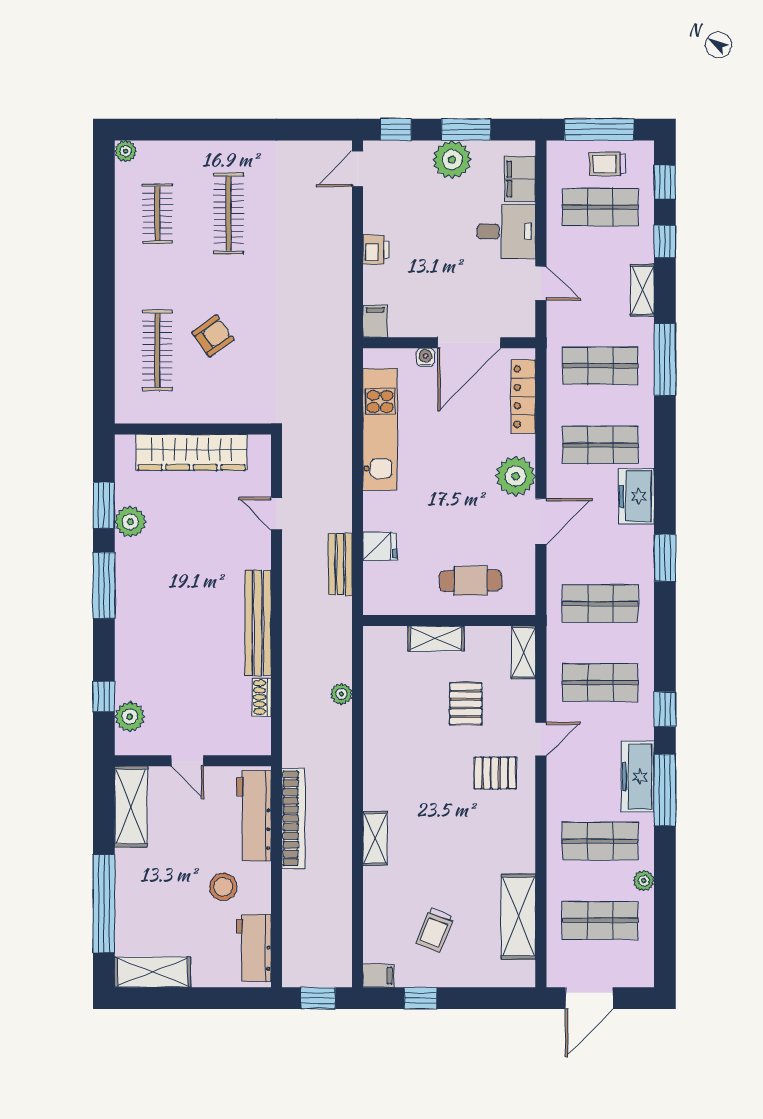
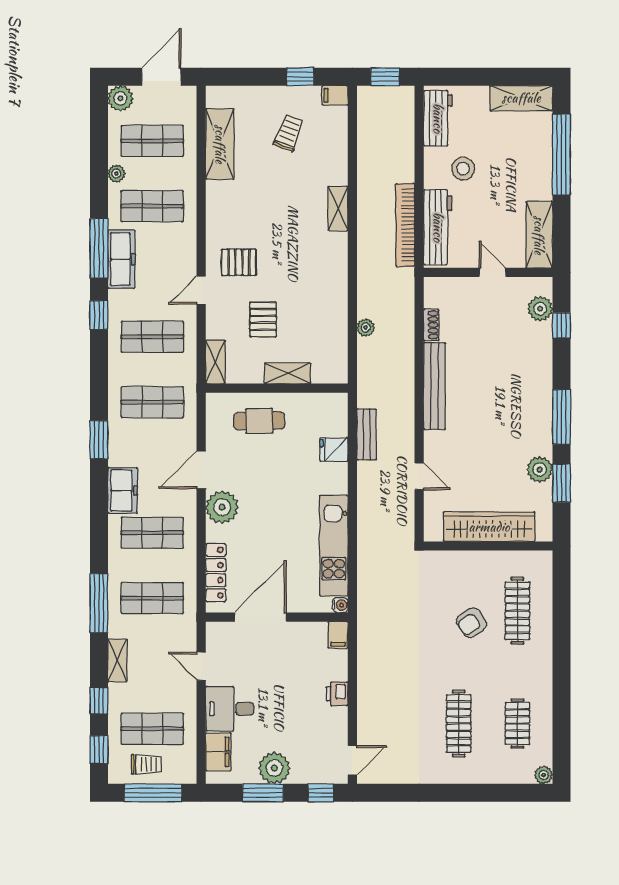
water cooler: (425, 357) -> (340, 605), moved, turned -90
plant: (639, 972) -> (120, 98), added

